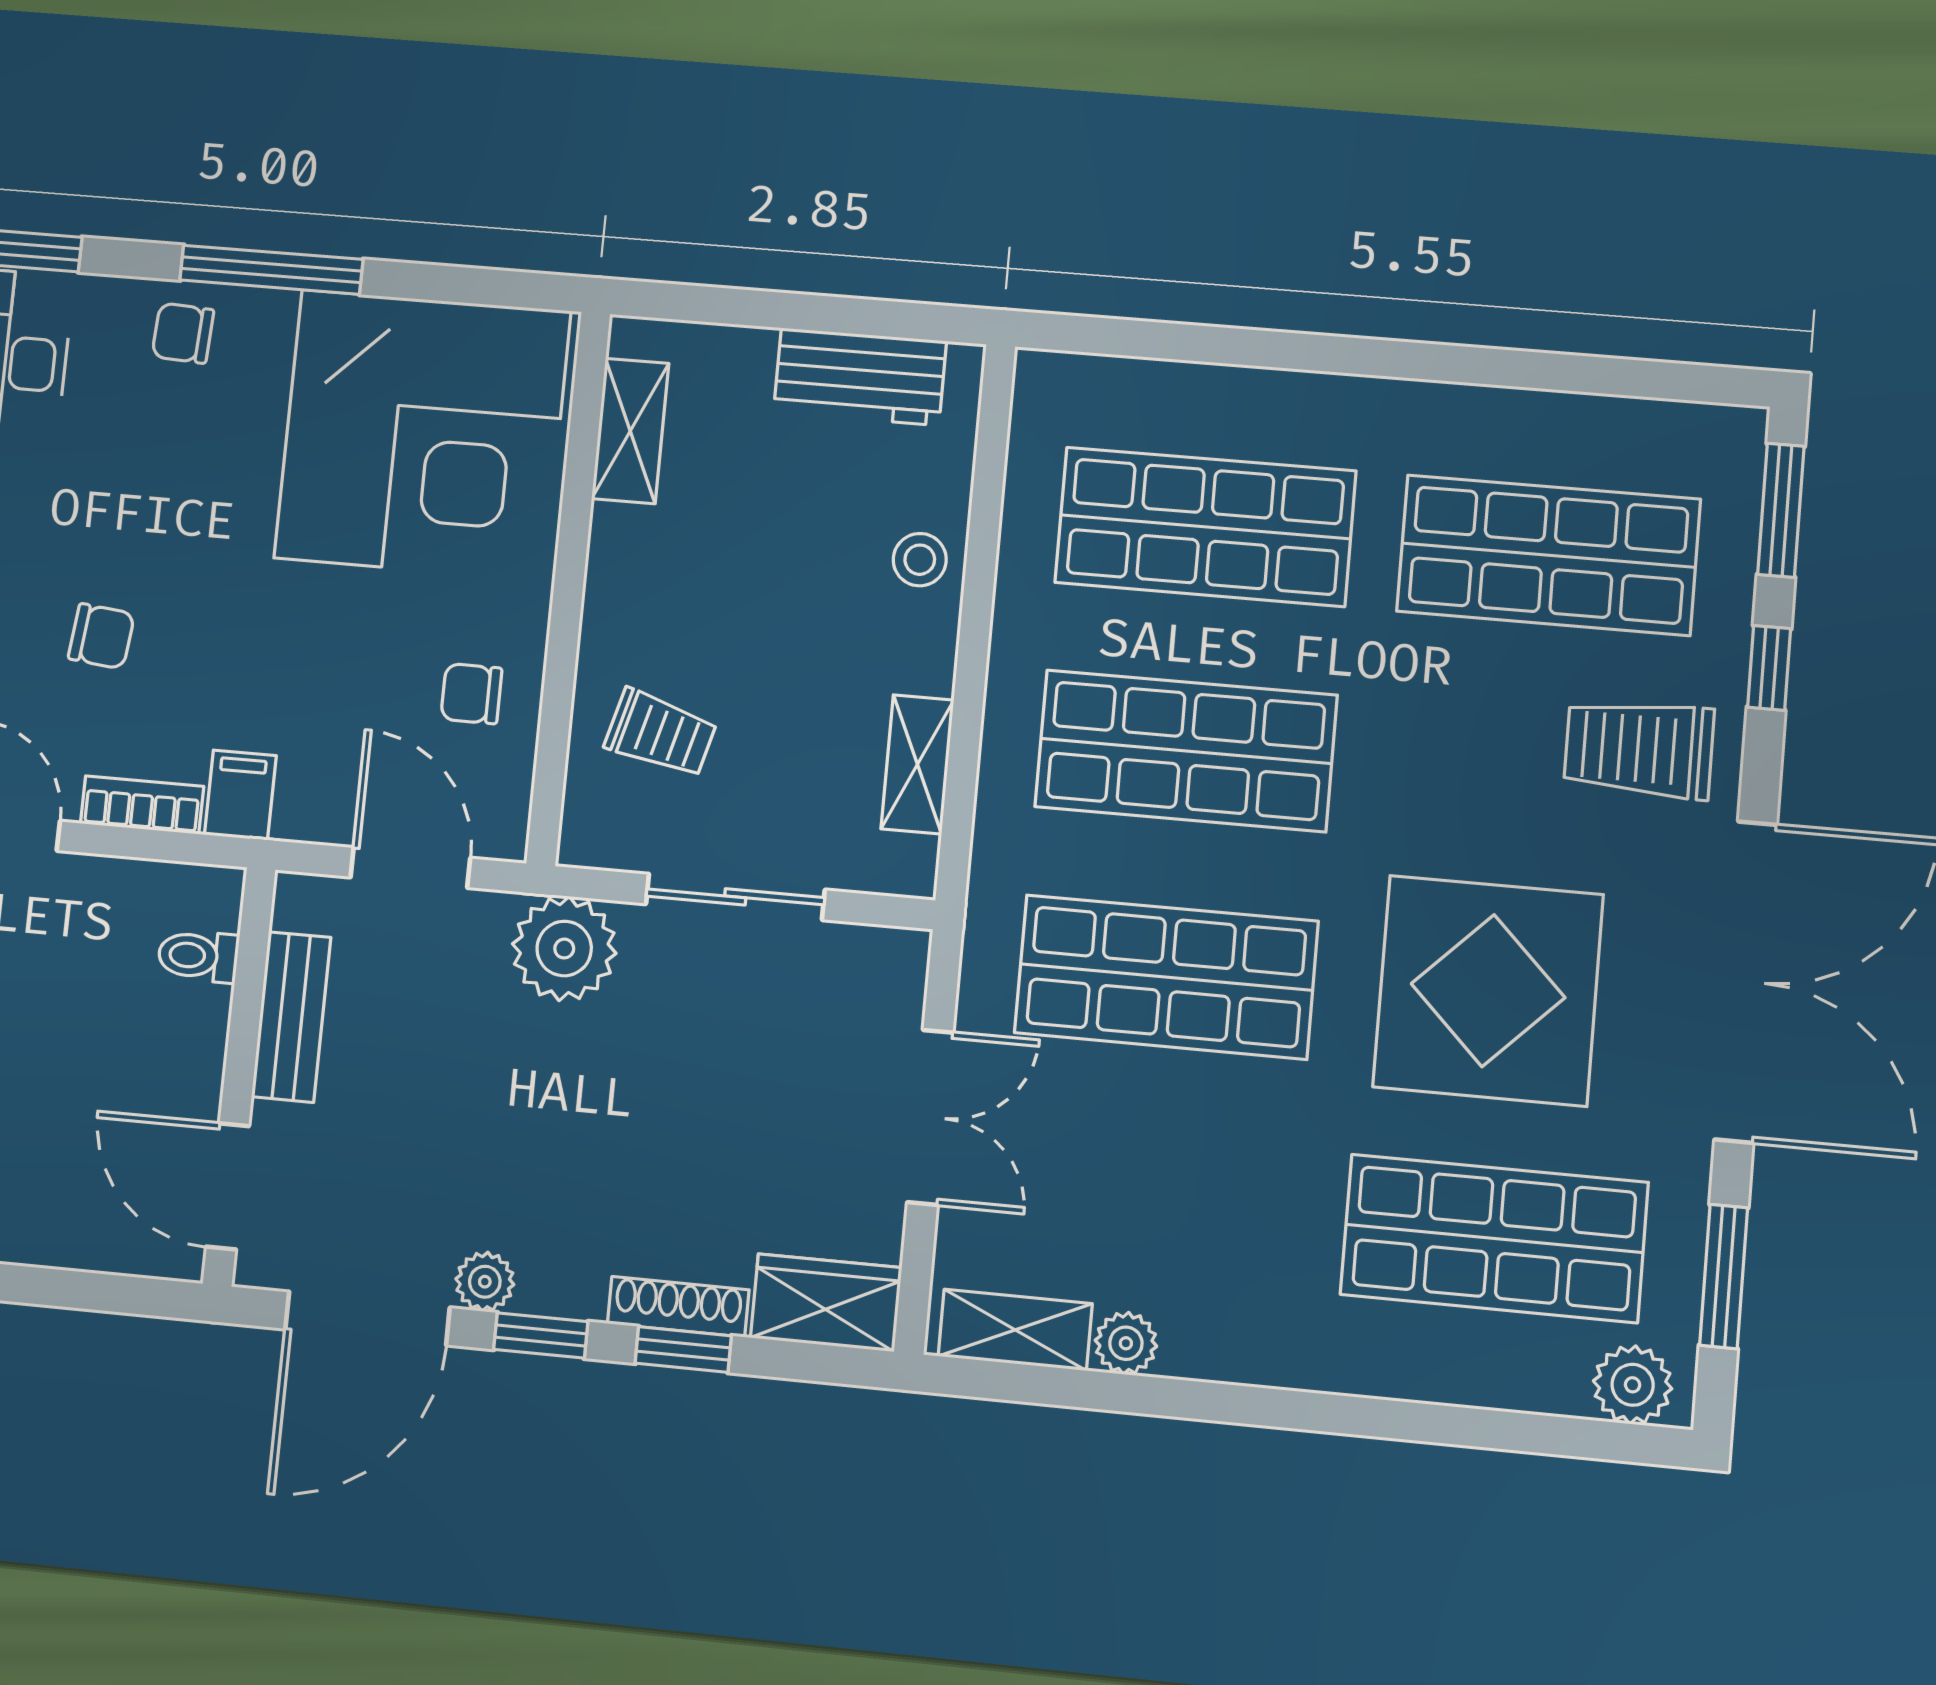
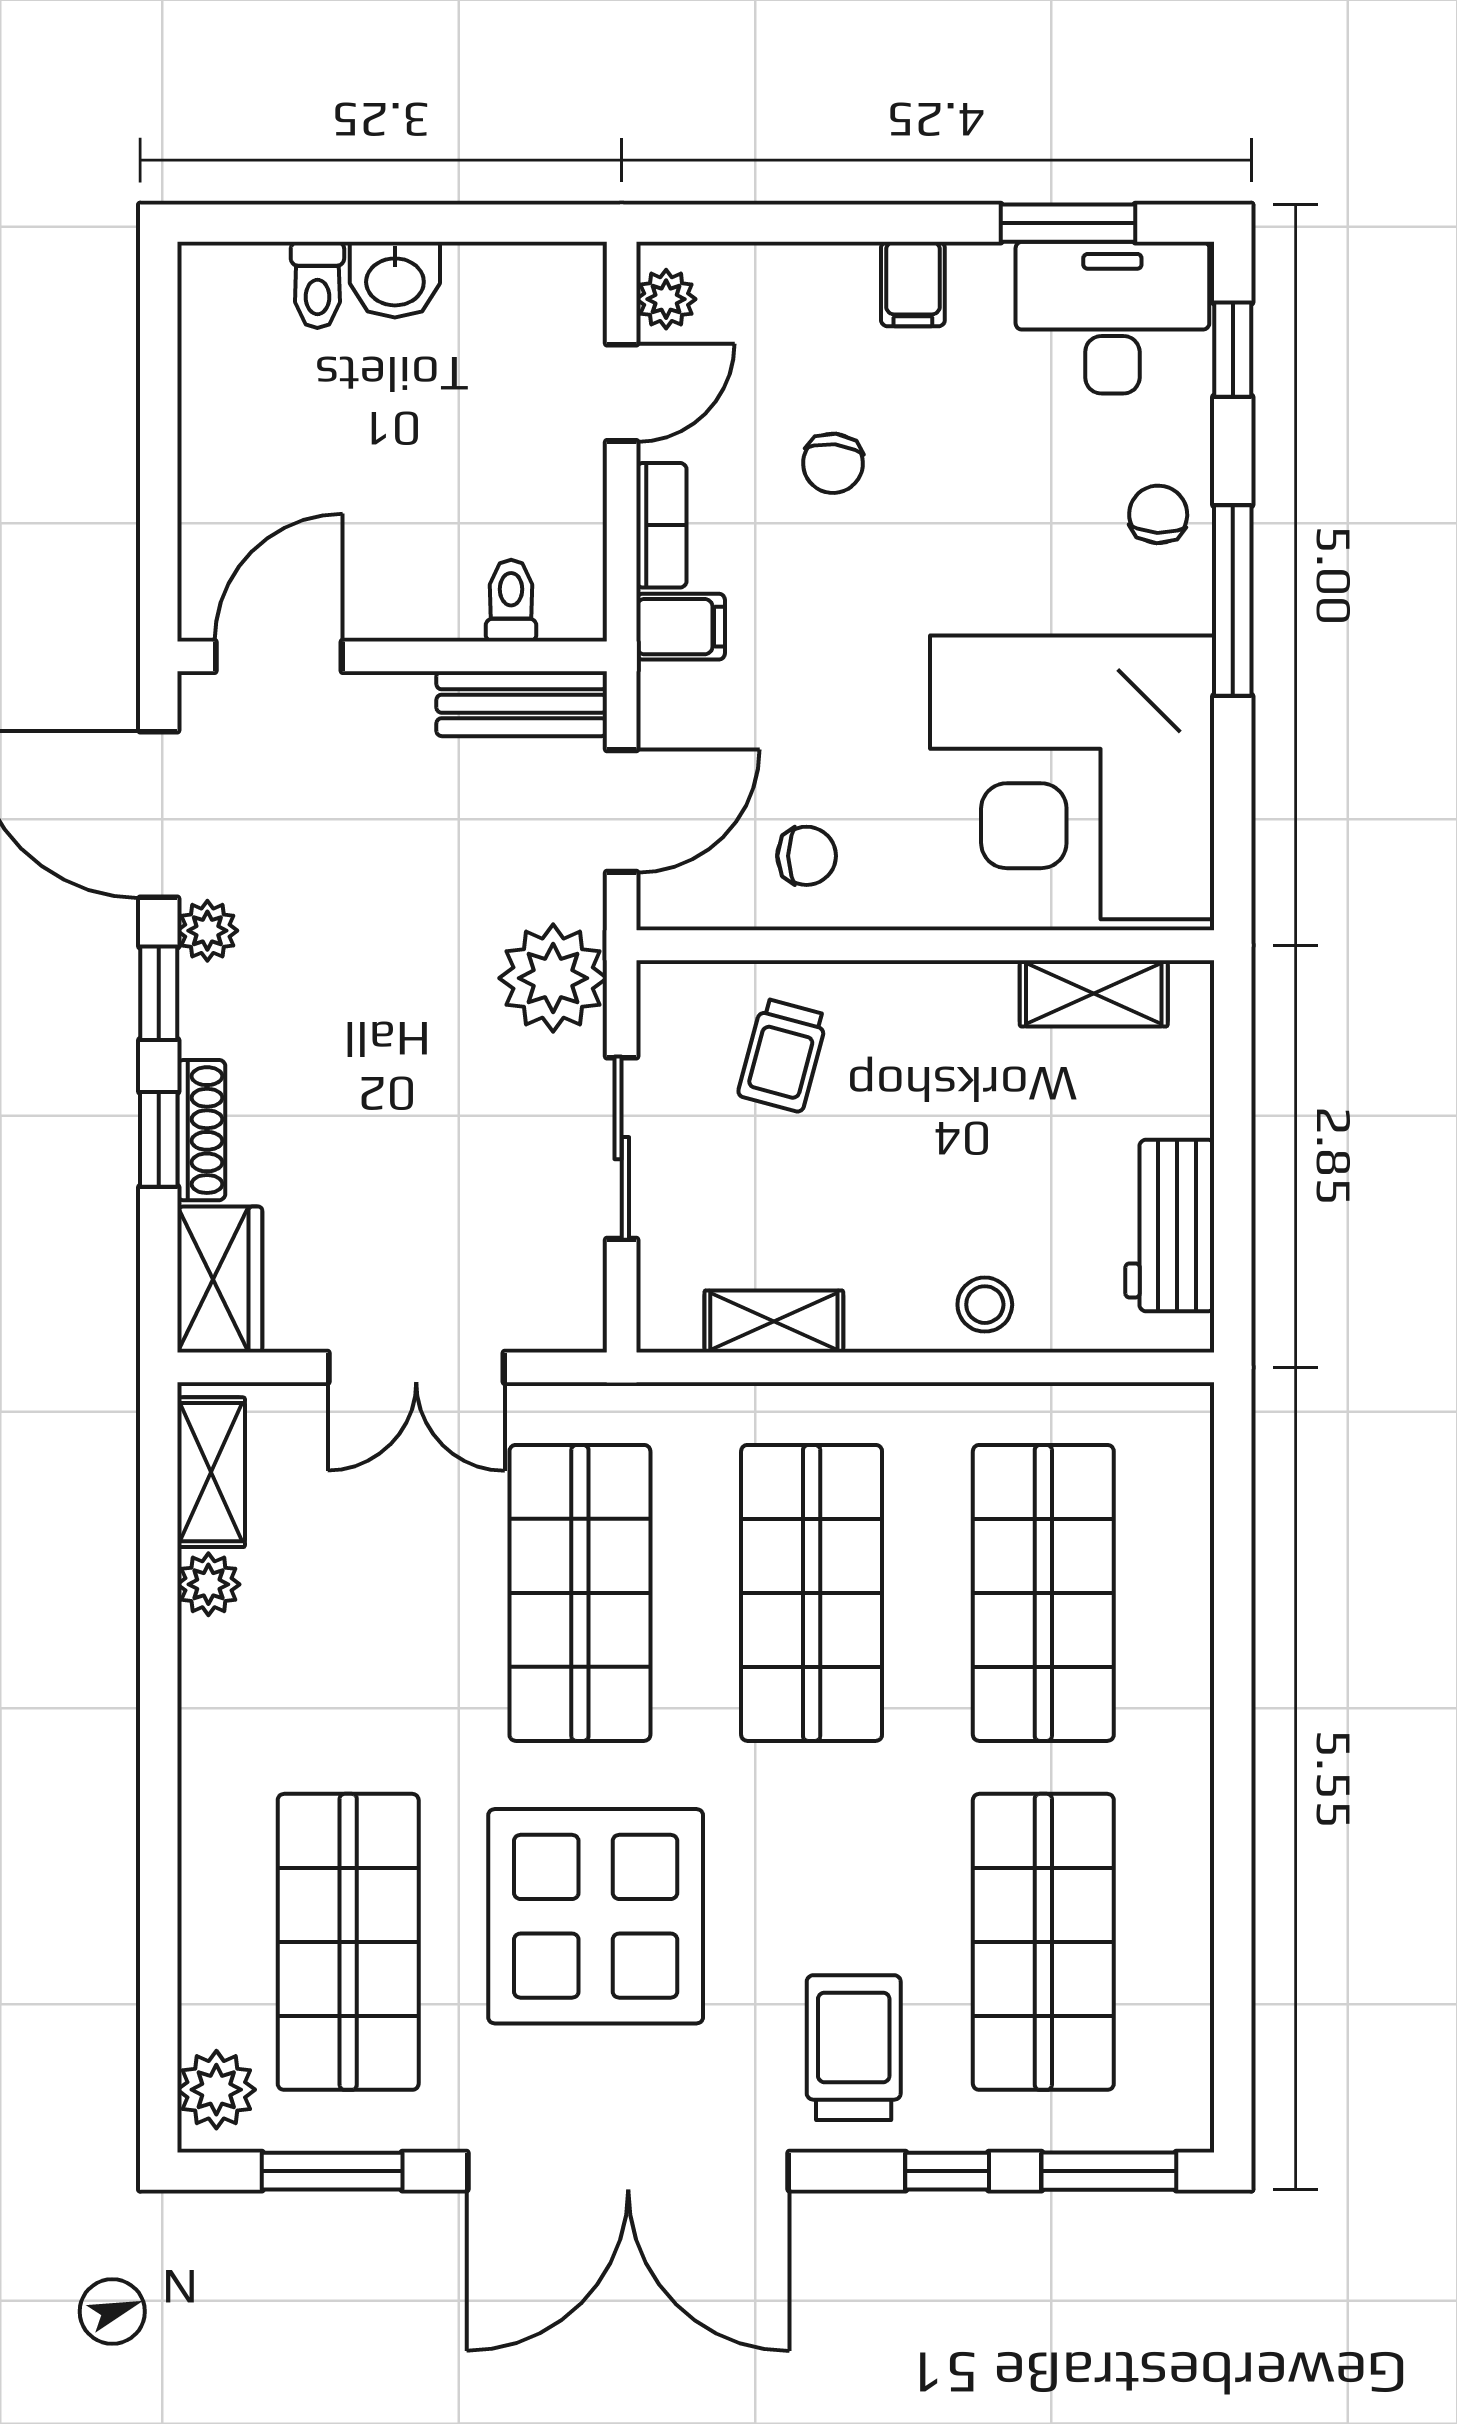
chair: (471, 694) -> (807, 856), turned 90
bench: (291, 1017) -> (522, 704), moved

